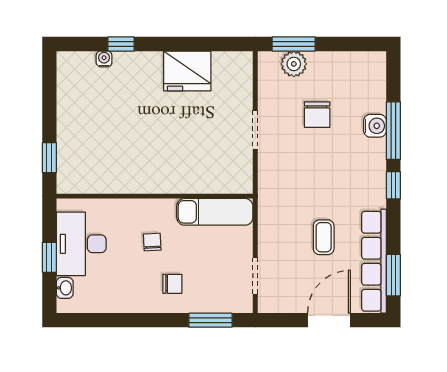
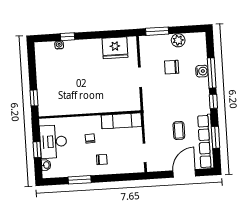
plant: (294, 64) -> (178, 40), moved
fridge: (187, 71) -> (115, 48), moved
chair: (317, 115) -> (172, 67), turned 90
window: (393, 275) -> (216, 137), moved
window: (211, 320) -> (80, 180), moved

